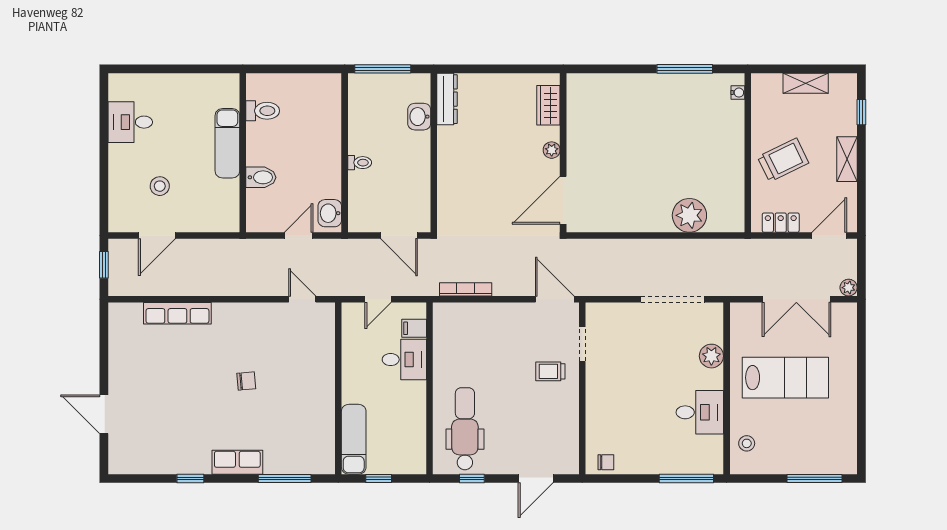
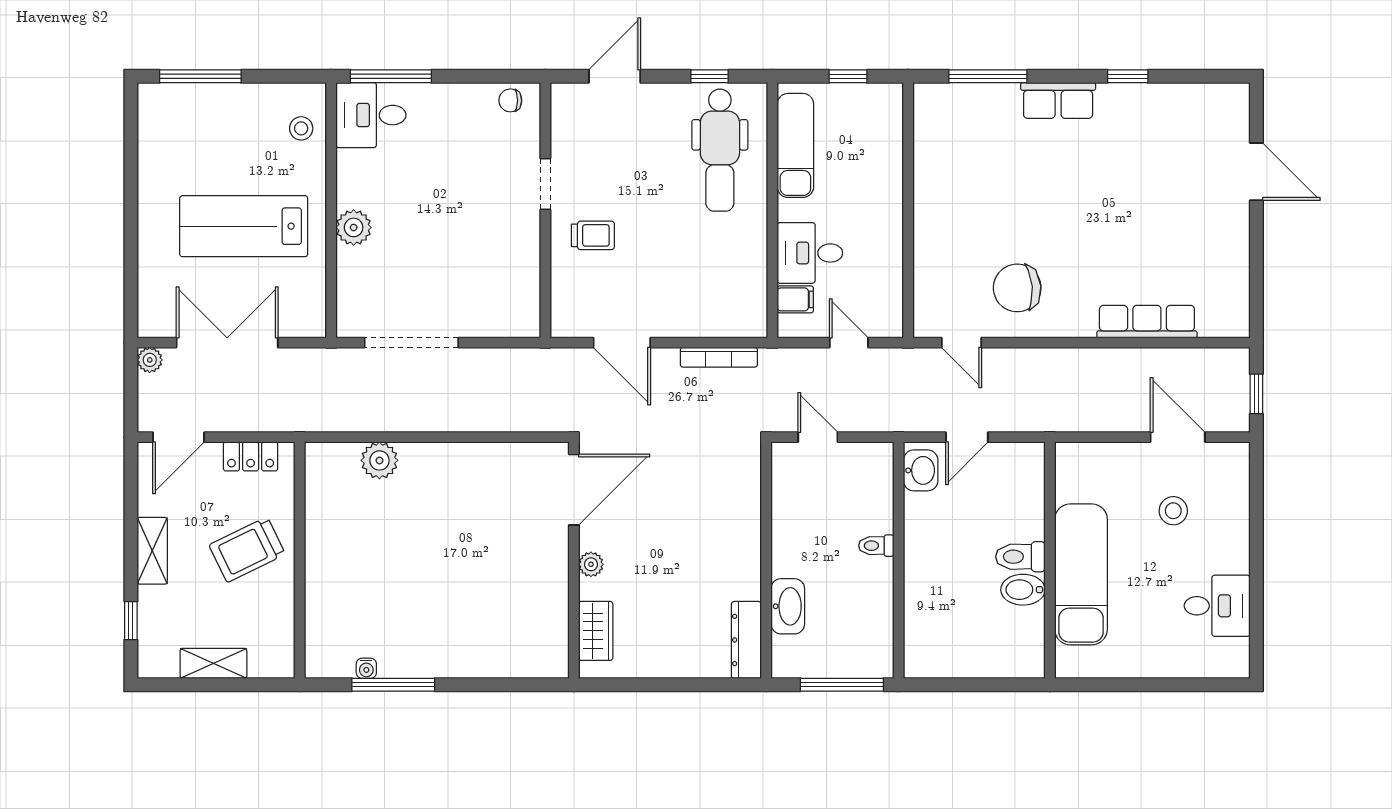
water cooler: (738, 93) -> (366, 668), moved, turned -90
toilet: (263, 111) -> (1020, 557), moved
washbasin: (419, 117) -> (788, 606), width x1.38
exam couch: (227, 143) -> (1081, 574), width x1.36, depth x1.45
bidet: (261, 177) -> (1023, 590), moved
plant: (689, 215) -> (379, 460), width x0.73, depth x0.73
door: (157, 236) -> (1178, 437), hinge flipped
door: (399, 236) -> (818, 437), width x0.73
door: (378, 299) -> (849, 343), hinge flipped
door: (555, 299) -> (622, 343), moved
doorway: (582, 344) -> (545, 184), moved
plant: (711, 356) -> (354, 227), moved
chair: (246, 381) -> (1017, 288), moved, width x1.87, depth x1.87
desk: (700, 412) -> (371, 115), moved
exam couch: (354, 439) -> (795, 145), moved, turned 180

